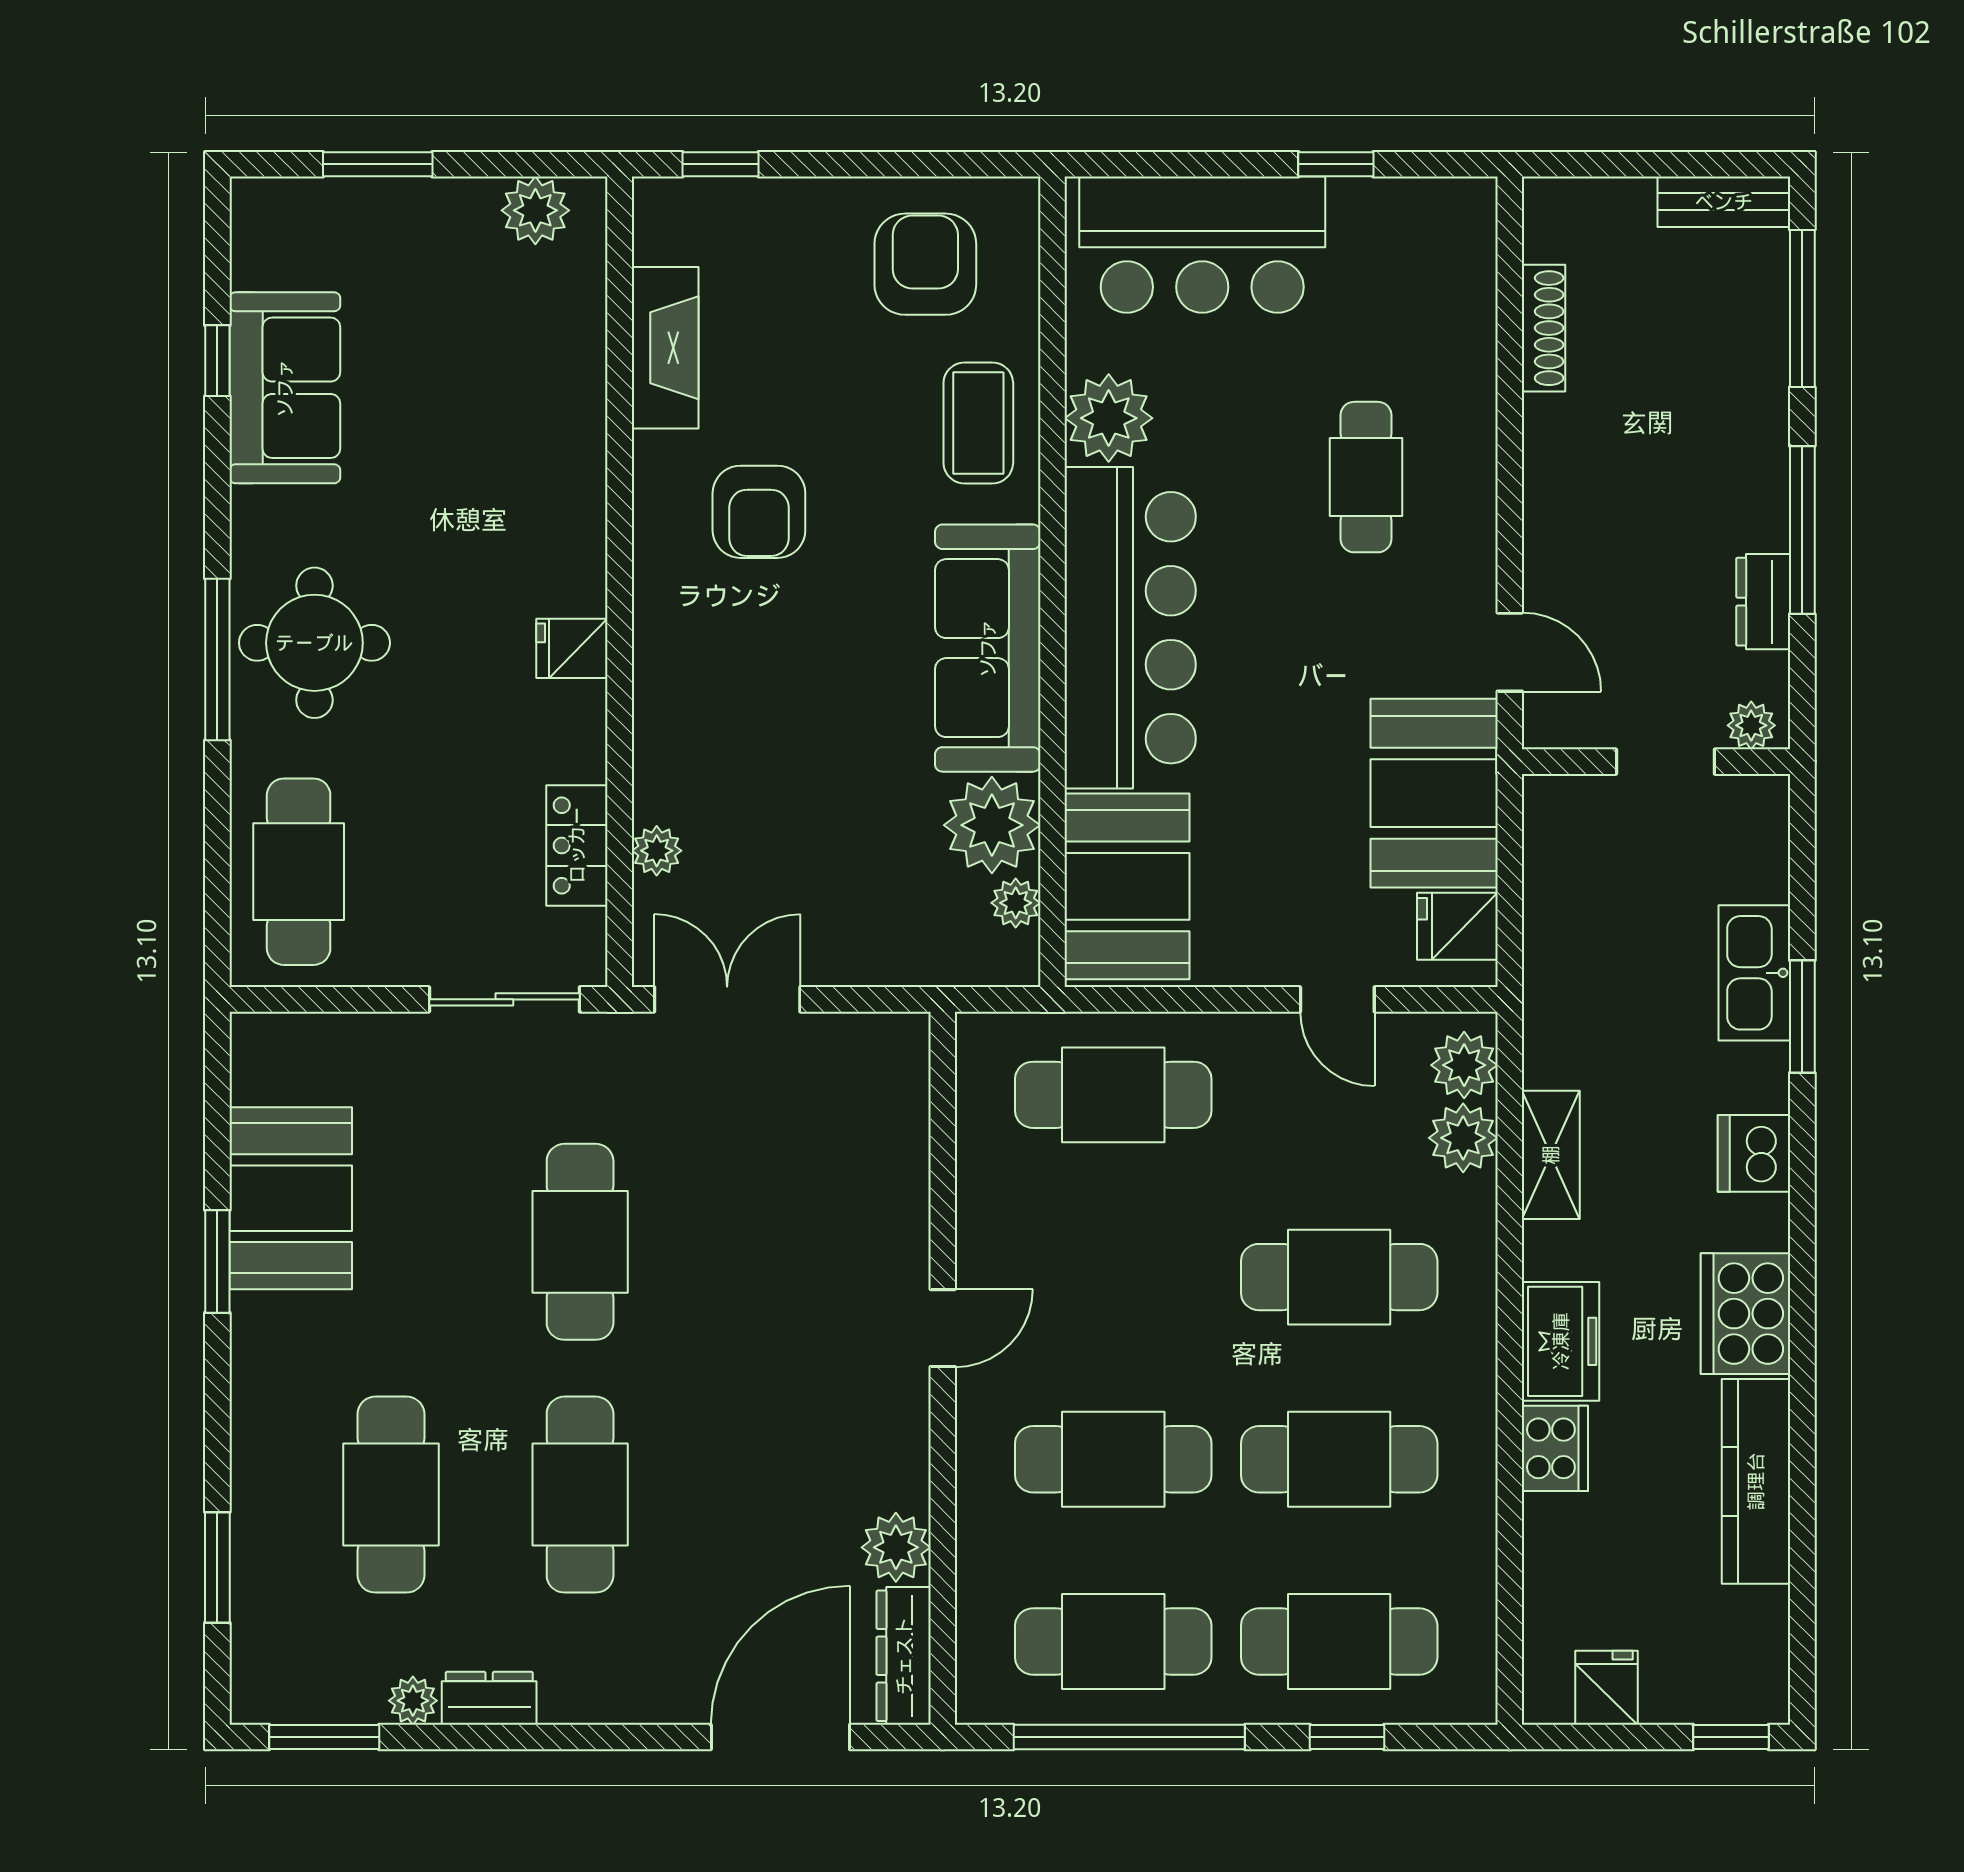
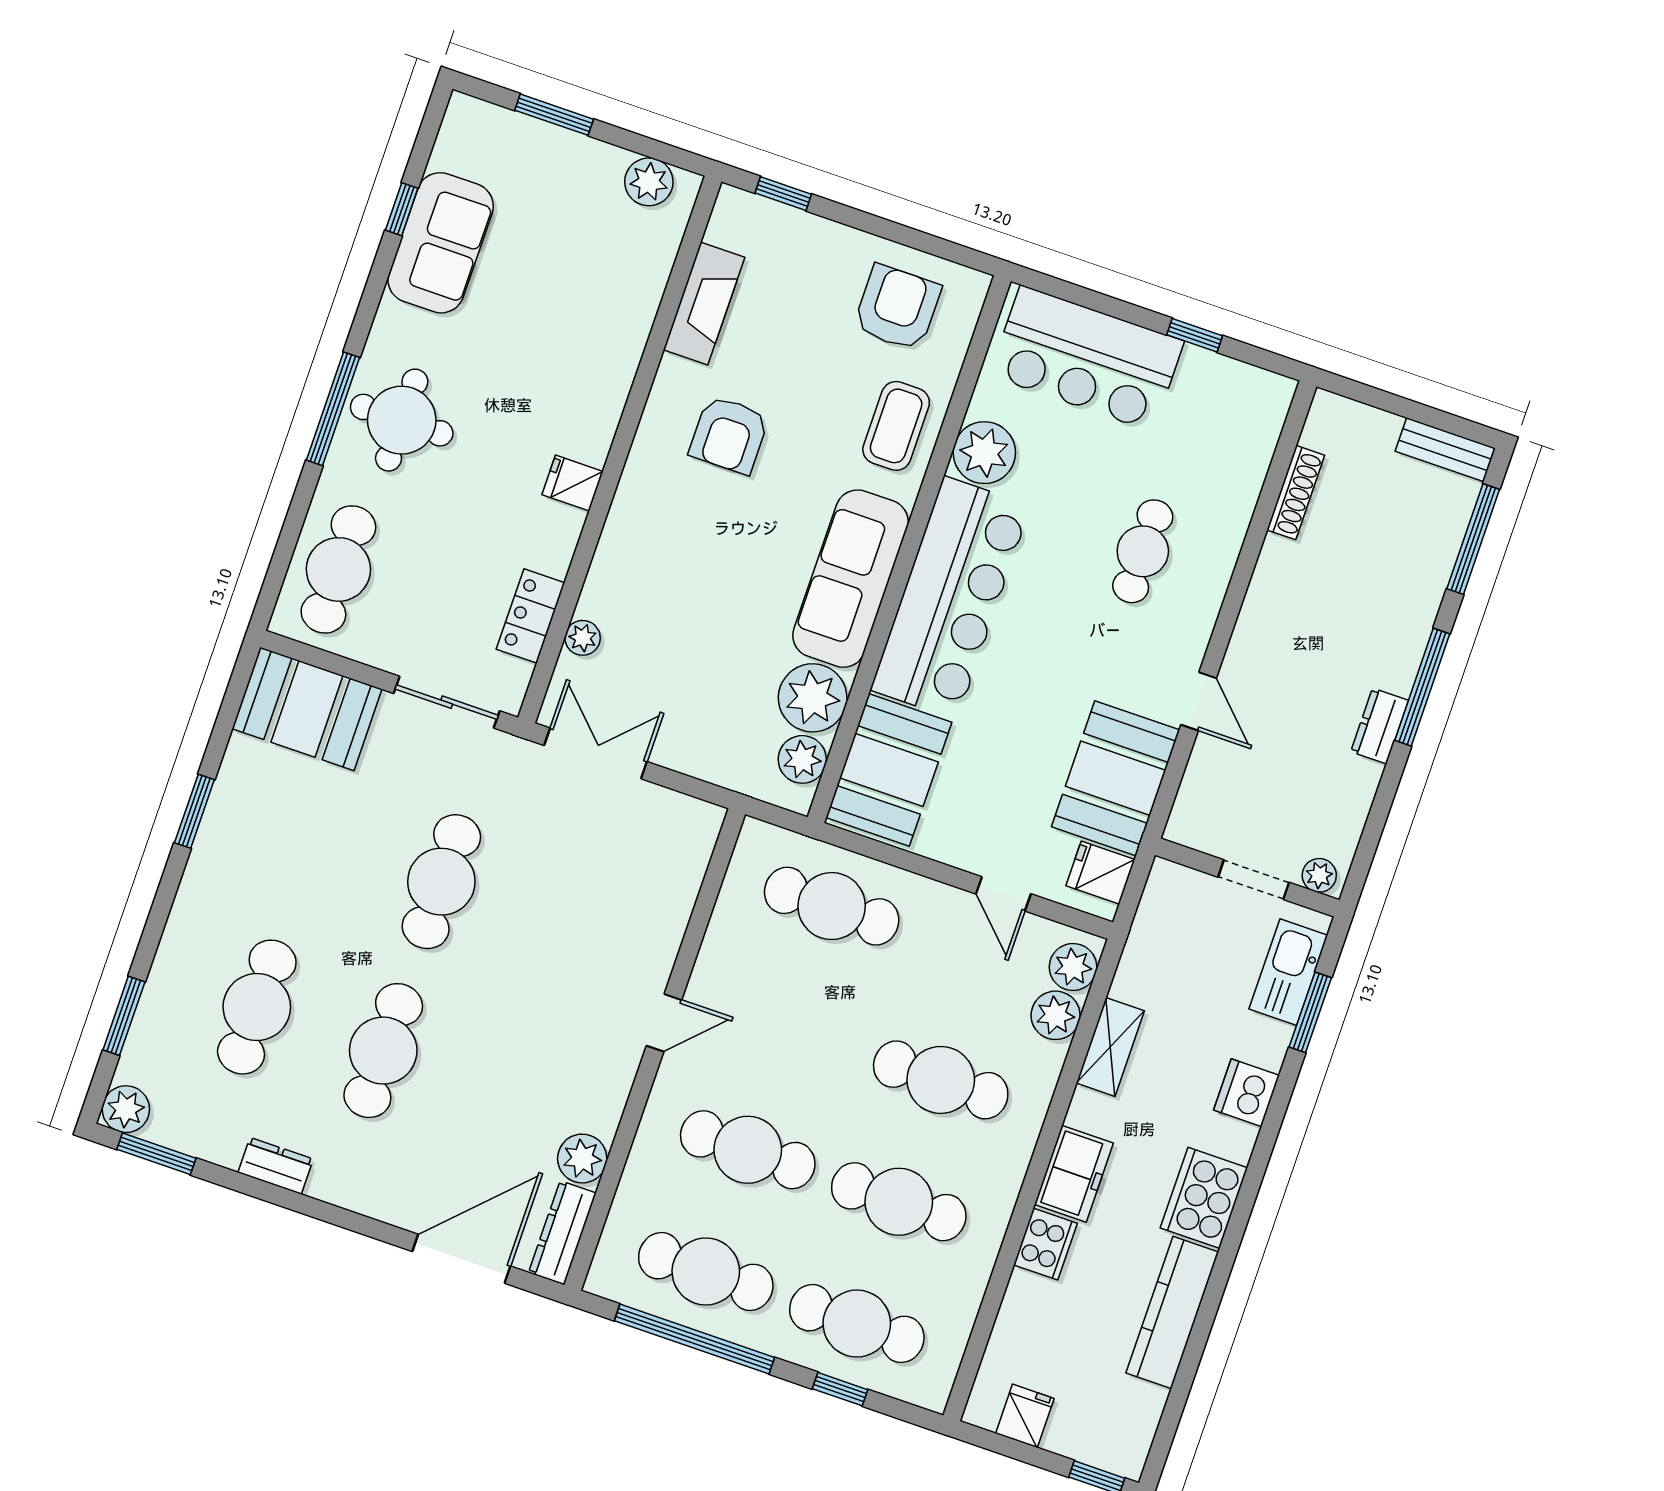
plant: (1751, 725) -> (1319, 875), moved
wall: (1656, 762) -> (1247, 878), moved
doorway: (1665, 762) -> (1254, 880), moved
plant: (1016, 903) -> (802, 759), width x1.38, depth x1.38
booth: (291, 1198) -> (307, 709), moved, turned 90
plant: (413, 1701) -> (126, 1109), moved, width x1.38, depth x1.38

